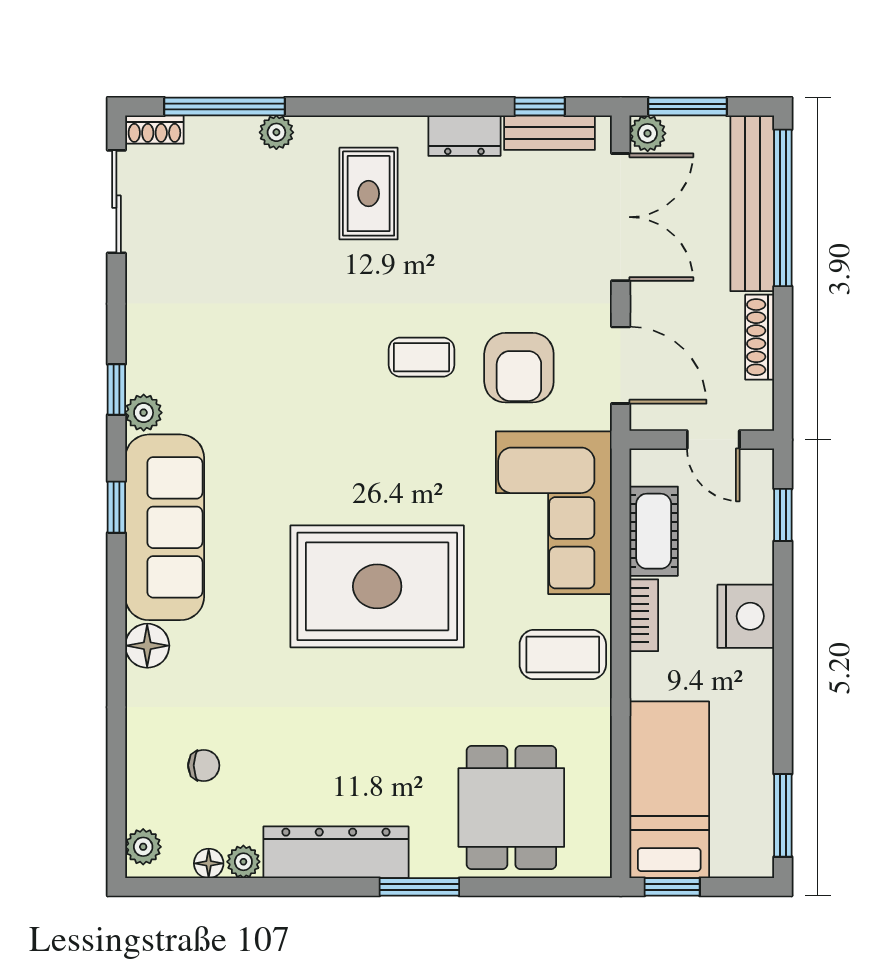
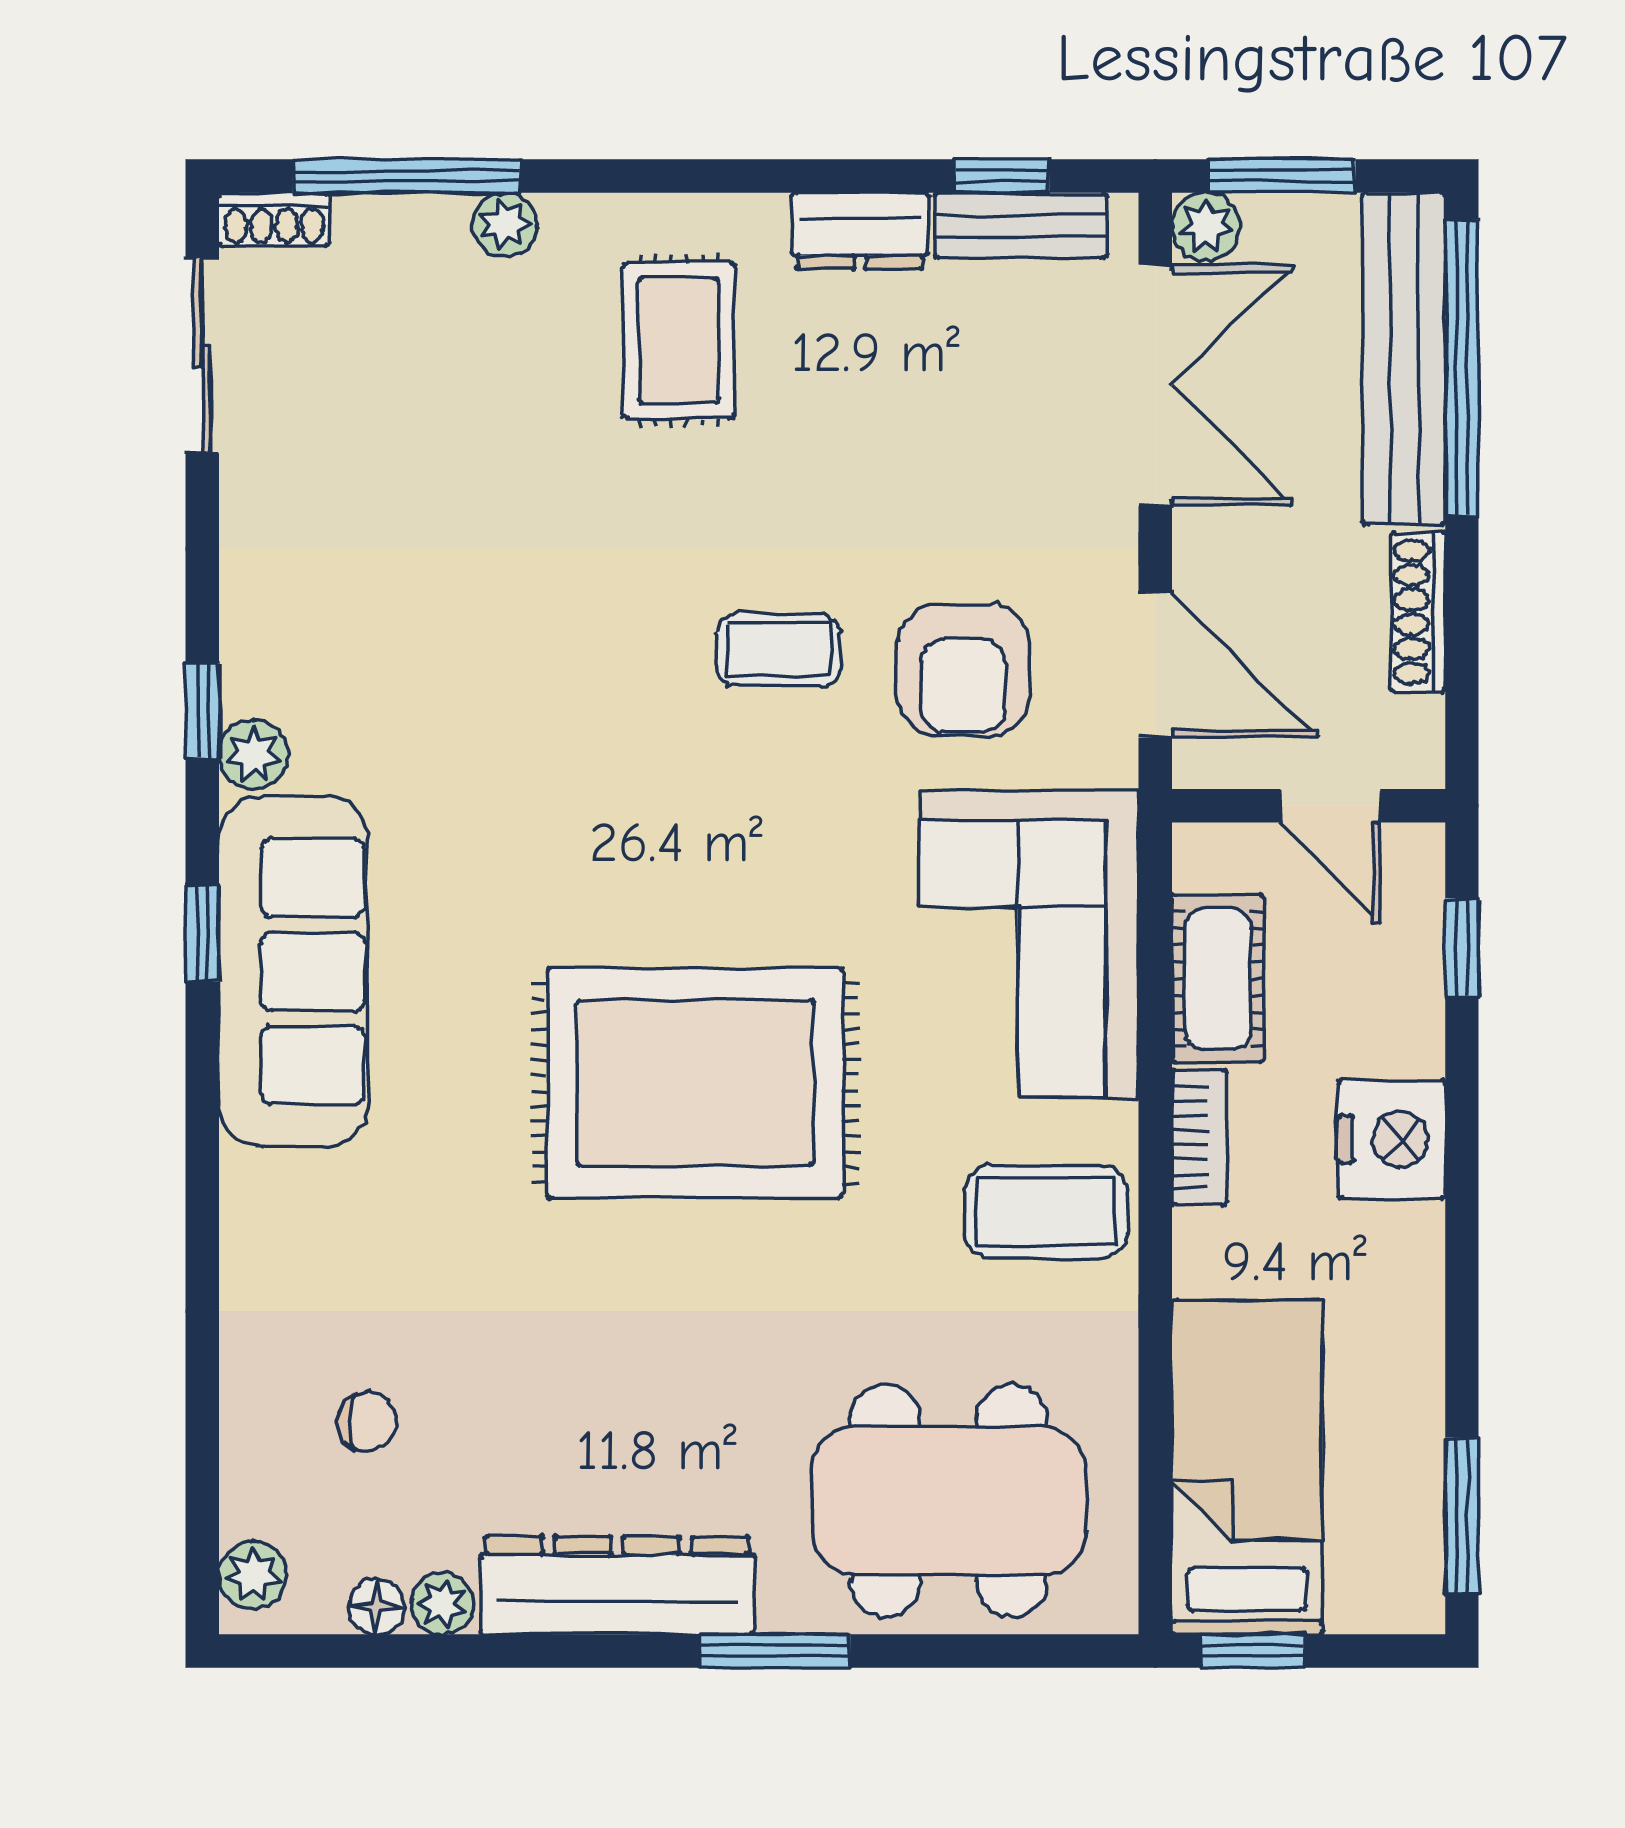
floor lamp: (147, 646) -> (261, 1195), removed
dining table: (511, 807) -> (949, 1501), width x1.38

